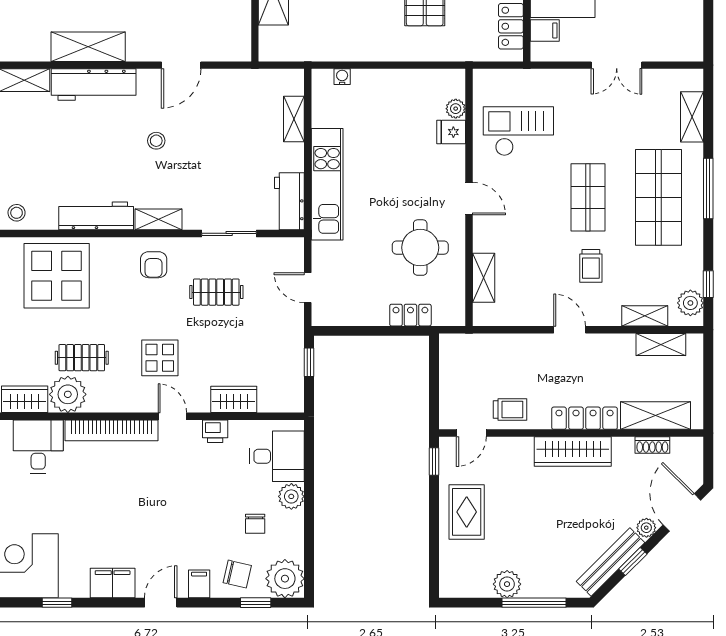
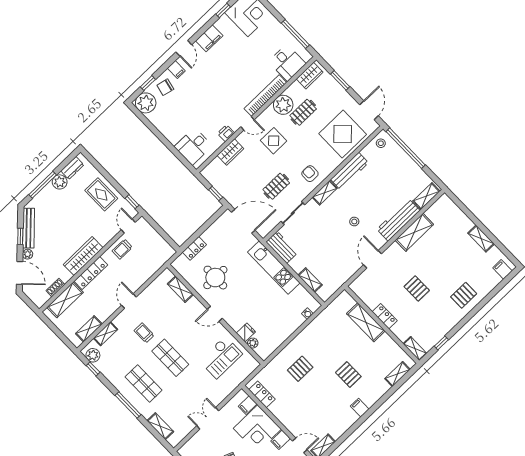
shop shelf: (658, 197) -> (144, 384), width x0.70, depth x0.74
door: (308, 288) -> (243, 221), width x1.87
door: (570, 330) -> (129, 301), swing flipped
plant: (68, 394) -> (283, 105), moved
plant: (291, 496) -> (173, 136), removed
chair: (255, 524) -> (177, 113), removed
dresser: (471, 586) -> (72, 168), added

